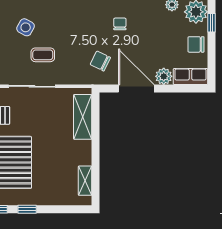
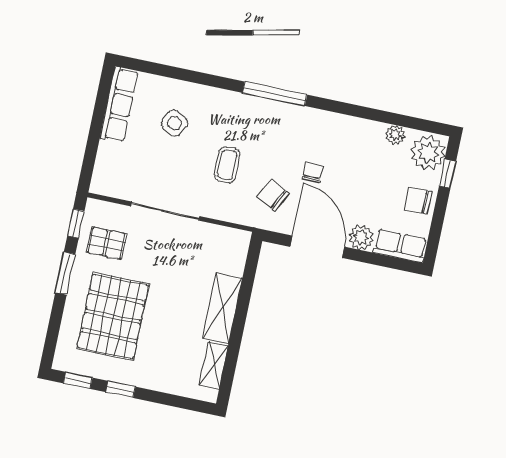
chair: (120, 24) -> (312, 172), moved
coffee table: (43, 55) -> (227, 165), moved, turned 90
shelving: (83, 117) -> (222, 308), moved

